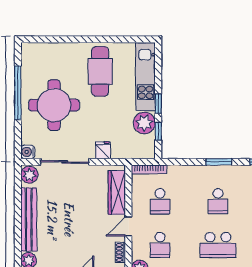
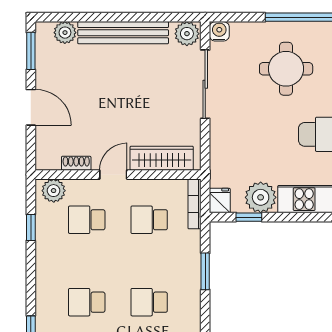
window: (158, 104) -> (288, 217), removed
round table: (54, 105) -> (286, 69), width x0.73, depth x0.73
fridge: (103, 150) -> (220, 201), moved, turned -90
window: (219, 162) -> (205, 271), moved
door: (128, 226) -> (113, 175), hinge flipped
school desk: (218, 245) -> (87, 302), width x0.54

